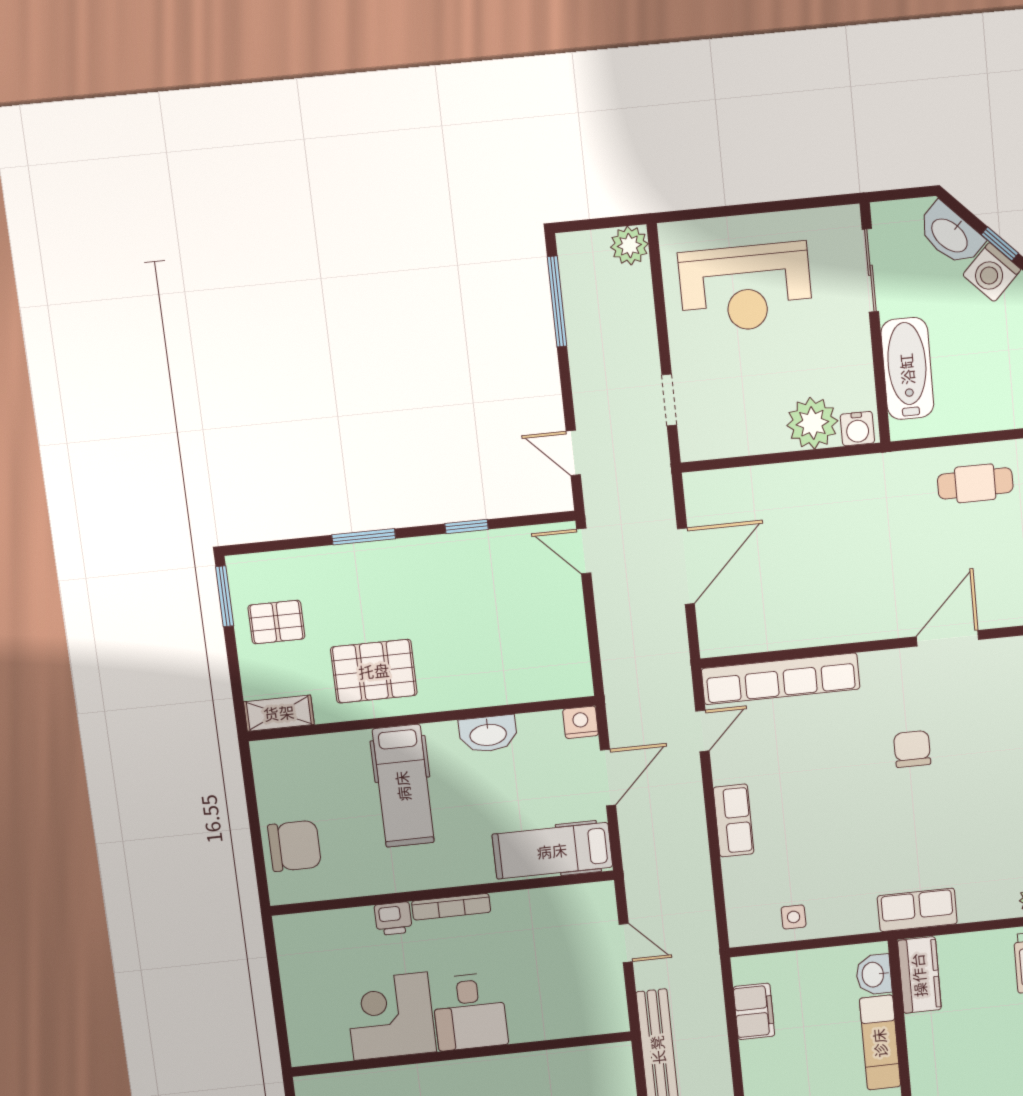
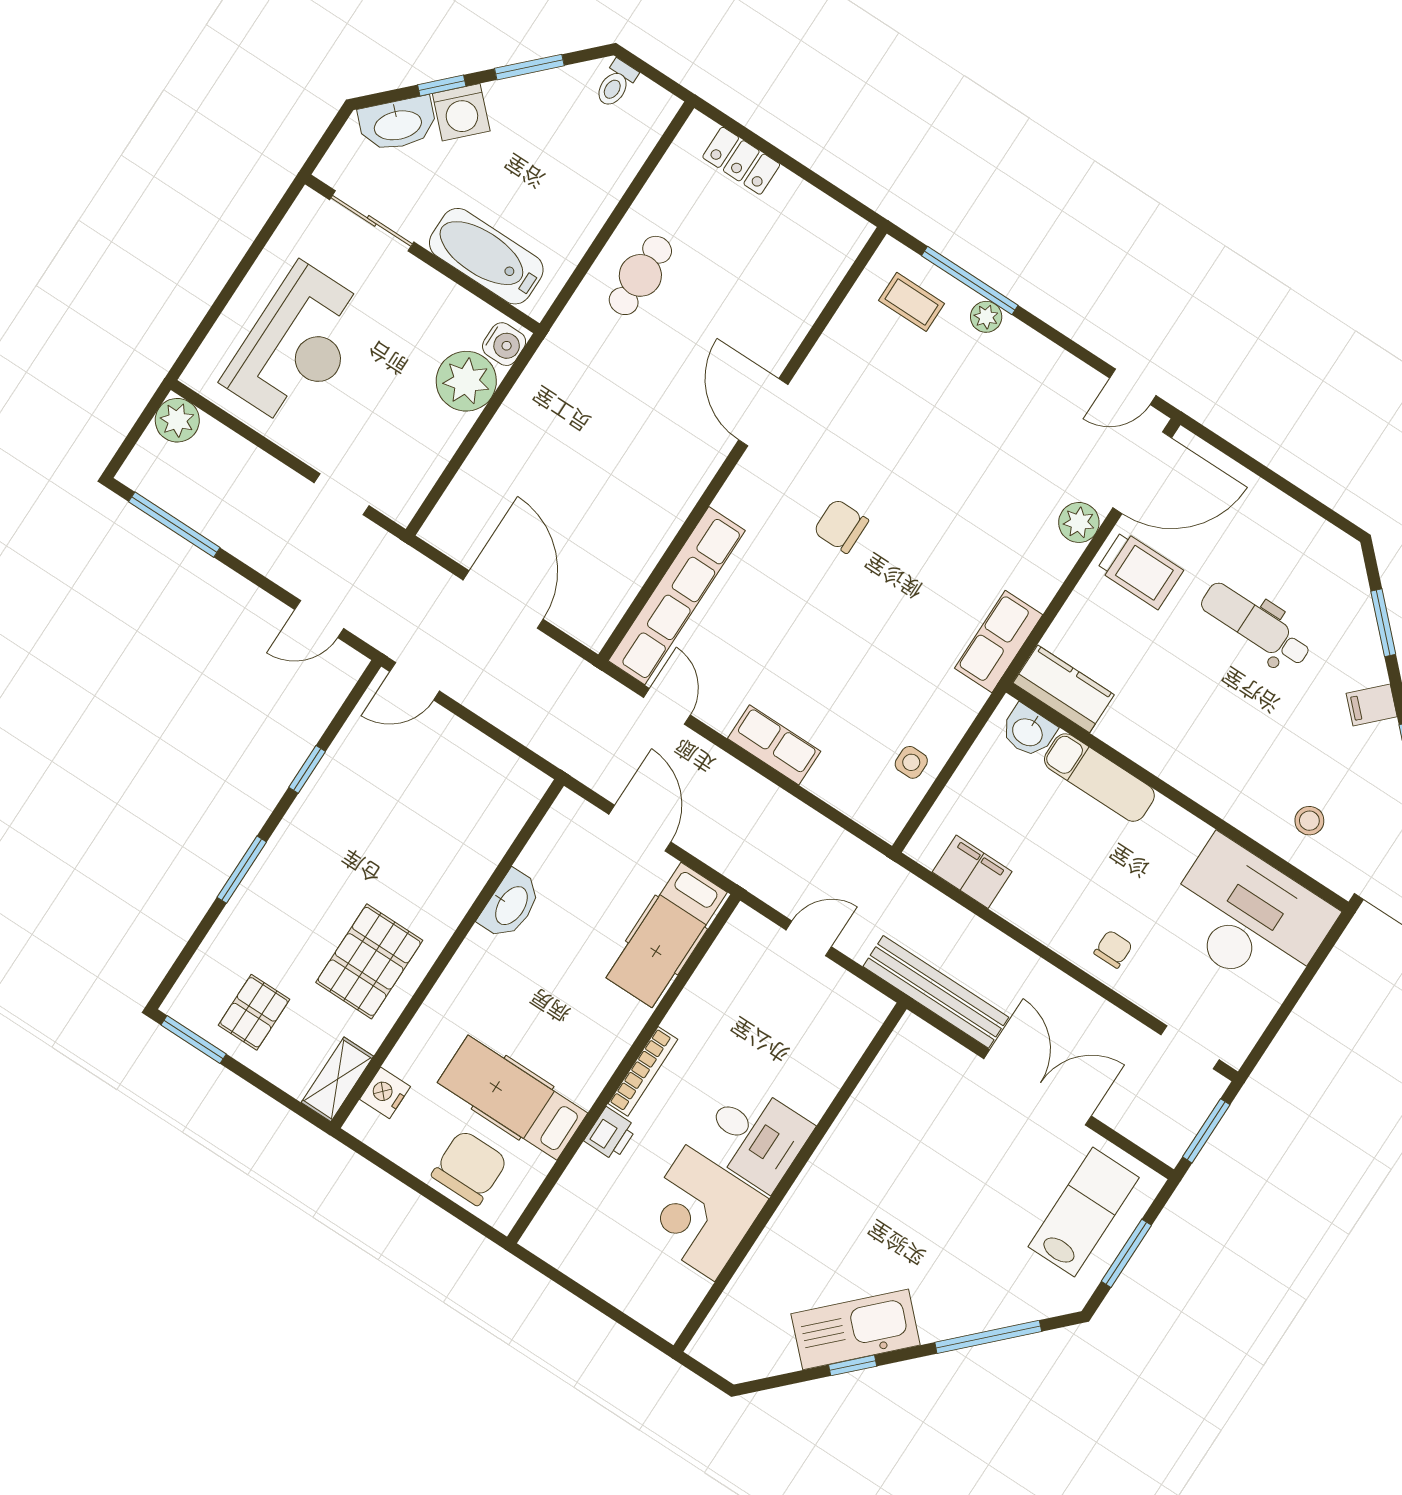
nightstand: (581, 722) -> (385, 1093), moved
hospital bed: (403, 786) -> (513, 1098), moved, turned 180

